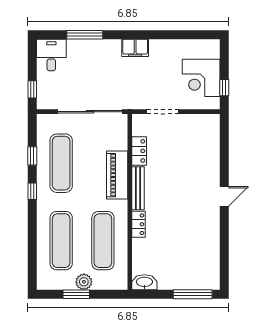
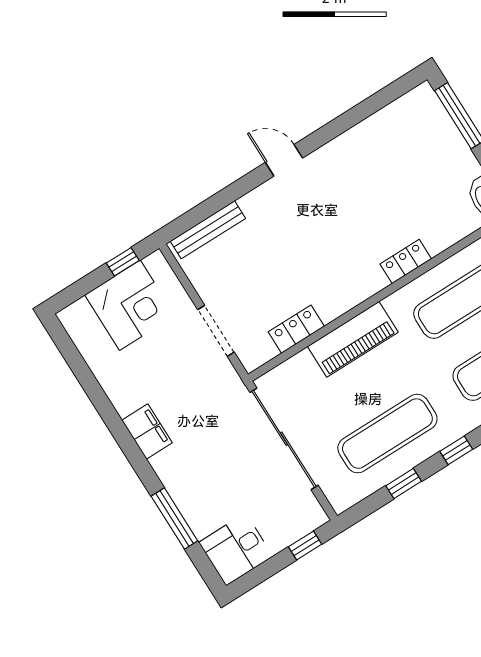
bench: (138, 188) -> (208, 230), moved

